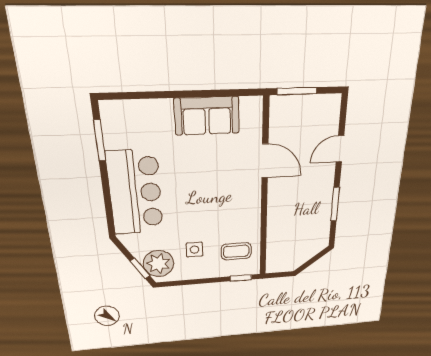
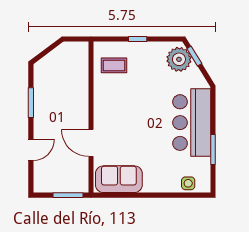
sofa: (207, 116) -> (119, 179), moved
window: (100, 140) -> (213, 150), moved
side table: (195, 250) -> (188, 183), moved
window: (241, 278) -> (138, 39), moved

